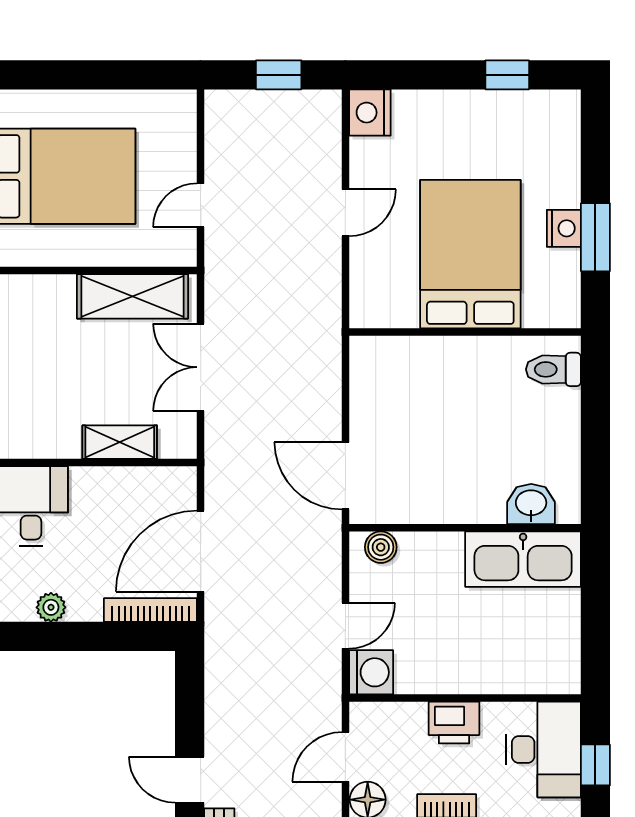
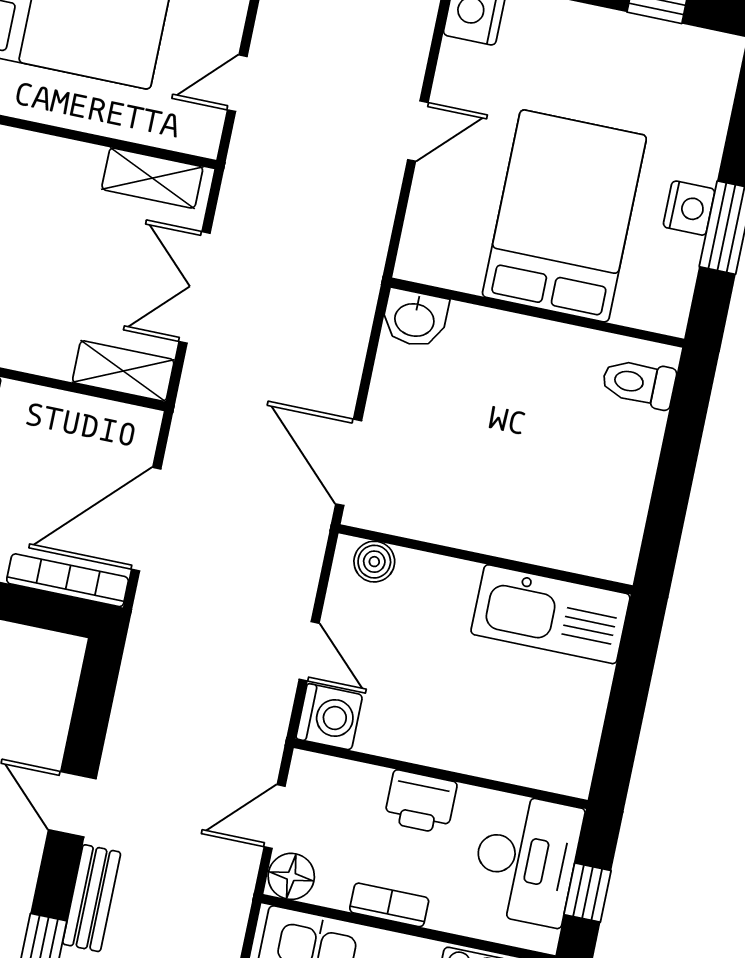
shelving: (133, 296) -> (152, 178), width x0.67, depth x0.75
shelving: (120, 442) -> (123, 371), moved
washbasin: (531, 504) -> (415, 318), moved, turned 180
door: (345, 626) -> (309, 651), hinge flipped

